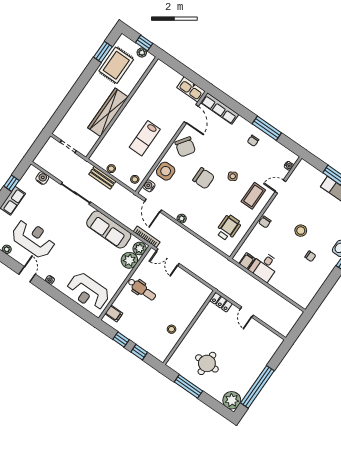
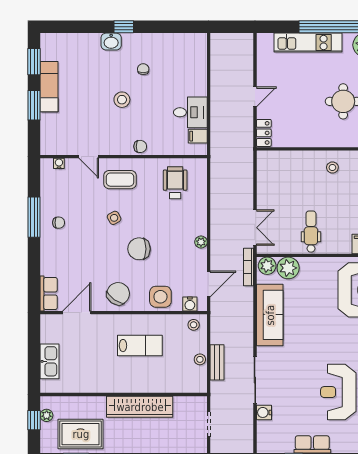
kitchen sink: (191, 89) -> (49, 361), moved
row of seats: (220, 108) -> (49, 293), width x0.68
water cooler: (42, 178) -> (264, 412), moved
chair: (204, 178) -> (139, 249), turned -90
wheelchair: (228, 228) -> (175, 183), turned 90
kitchen unit: (257, 367) -> (308, 43), added

